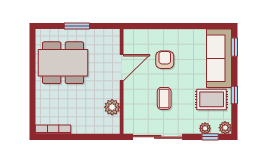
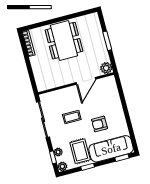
armchair: (165, 60) -> (100, 124), moved, turned 180
dining table: (63, 63) -> (64, 41), moved
door: (122, 68) -> (86, 81), hinge flipped
plant: (112, 107) -> (106, 68), moved

